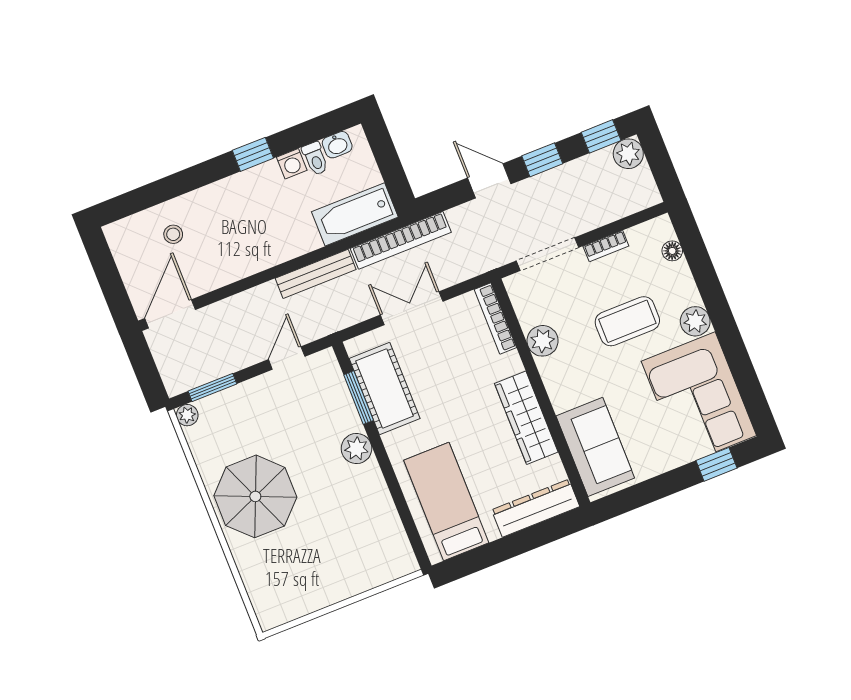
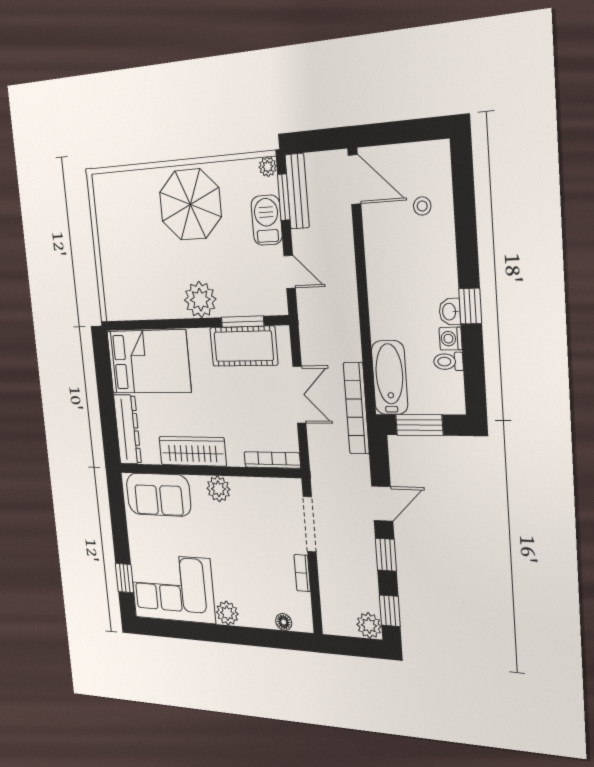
washbasin: (337, 145) -> (450, 312), moved
window: (391, 168) -> (419, 425), added
bench: (316, 274) -> (297, 191), moved
coffee table: (627, 321) -> (241, 562), removed
plant: (543, 341) -> (218, 489), moved
barbecue: (242, 400) -> (267, 220), added
plant: (356, 448) -> (200, 300), width x1.36, depth x1.36
bed: (446, 501) -> (149, 362), width x1.50

